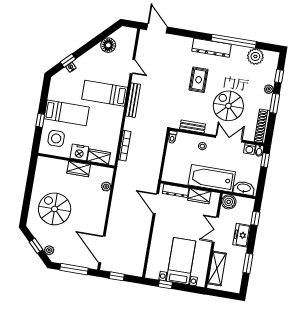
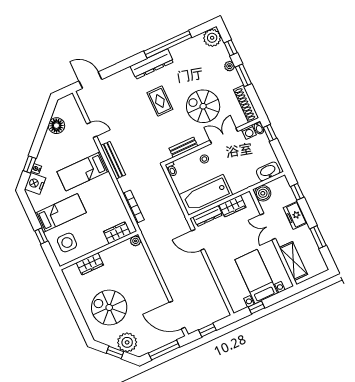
plant: (255, 56) -> (212, 38), moved
nightstand: (79, 152) -> (35, 183), moved, turned 135
wardrobe: (79, 169) -> (90, 264), moved
bathtub: (212, 178) -> (206, 195), moved
plant: (106, 186) -> (136, 241), moved
plant: (49, 250) -> (127, 342), width x1.87, depth x1.87

